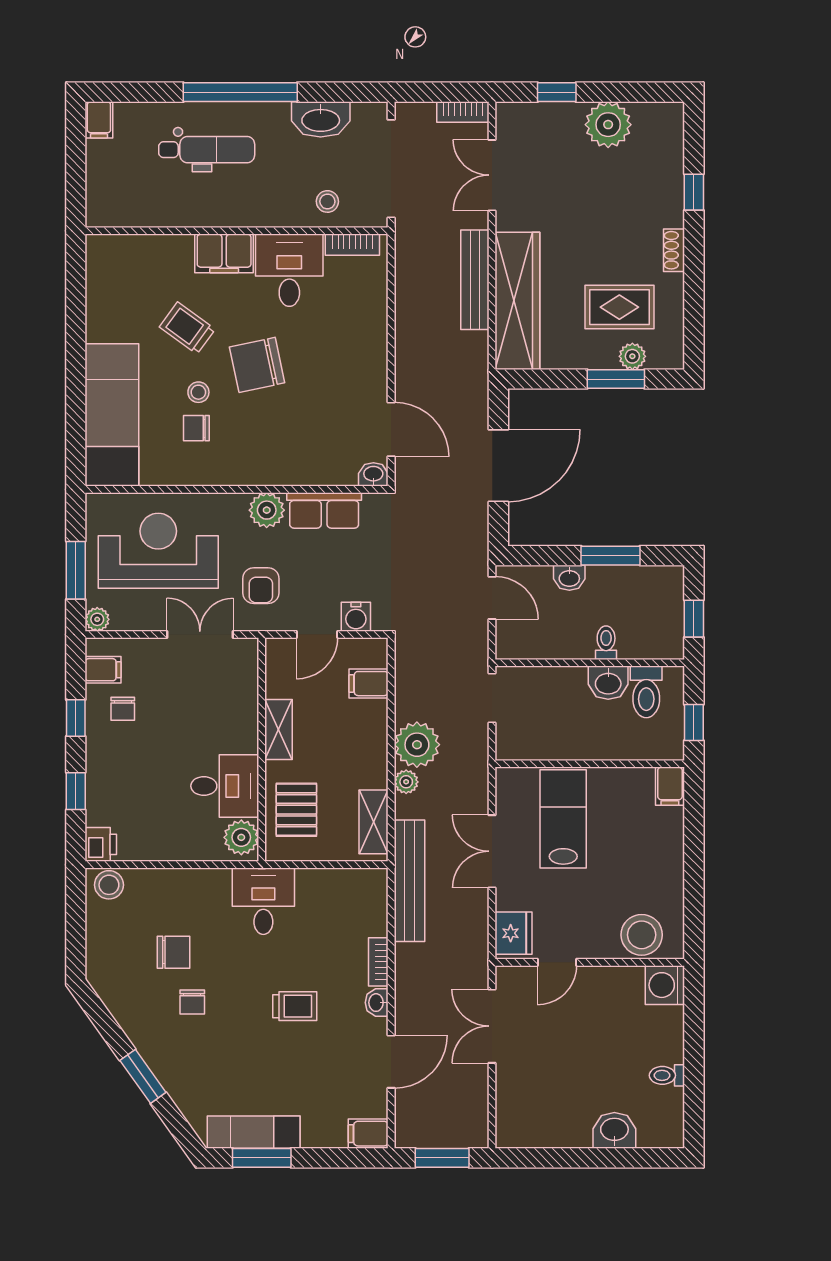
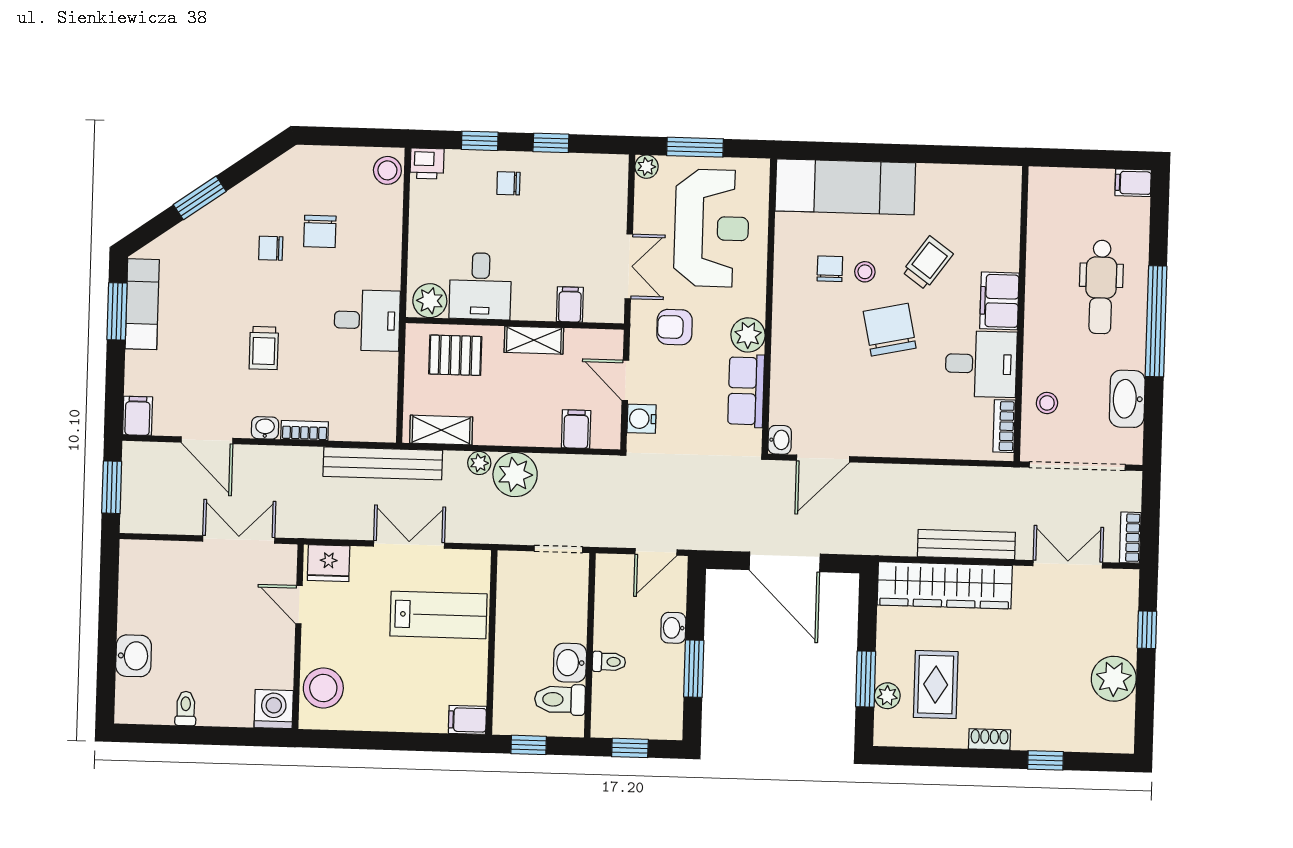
filing cabinet: (103, 670) -> (570, 304), moved, turned 180
chair: (123, 709) -> (508, 183), moved

